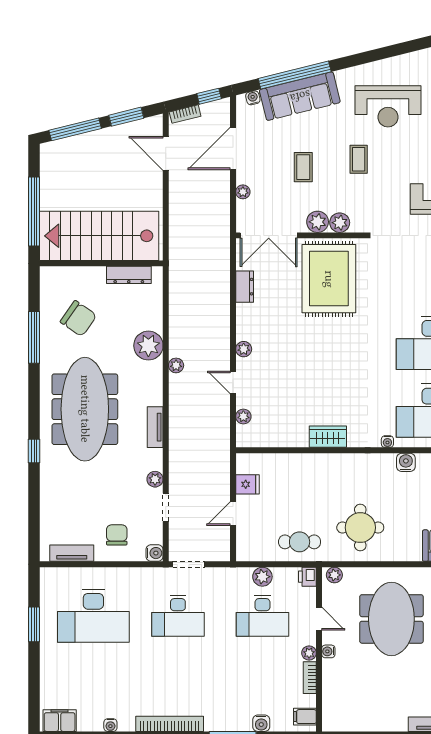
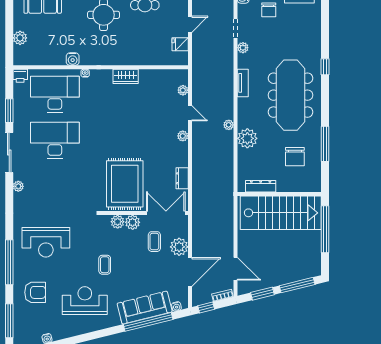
coffee table: (303, 167) -> (154, 242), moved
plant: (243, 192) -> (179, 247), width x1.88, depth x1.88
chair: (78, 319) -> (295, 157), turned -125

